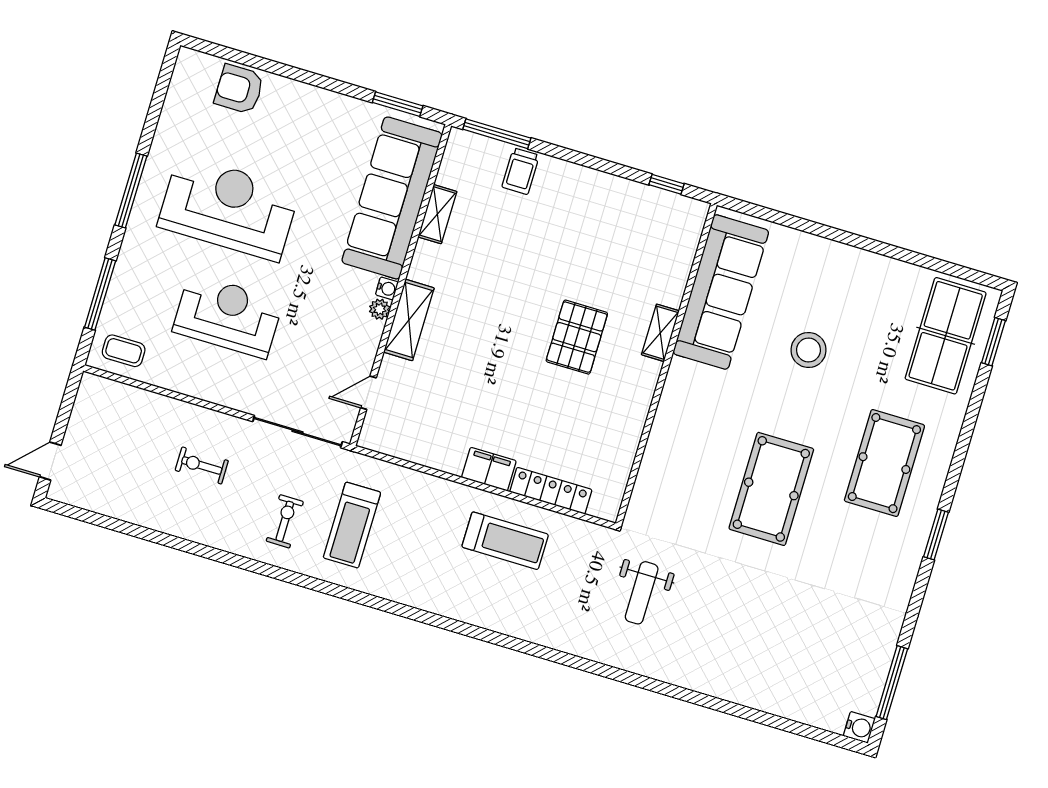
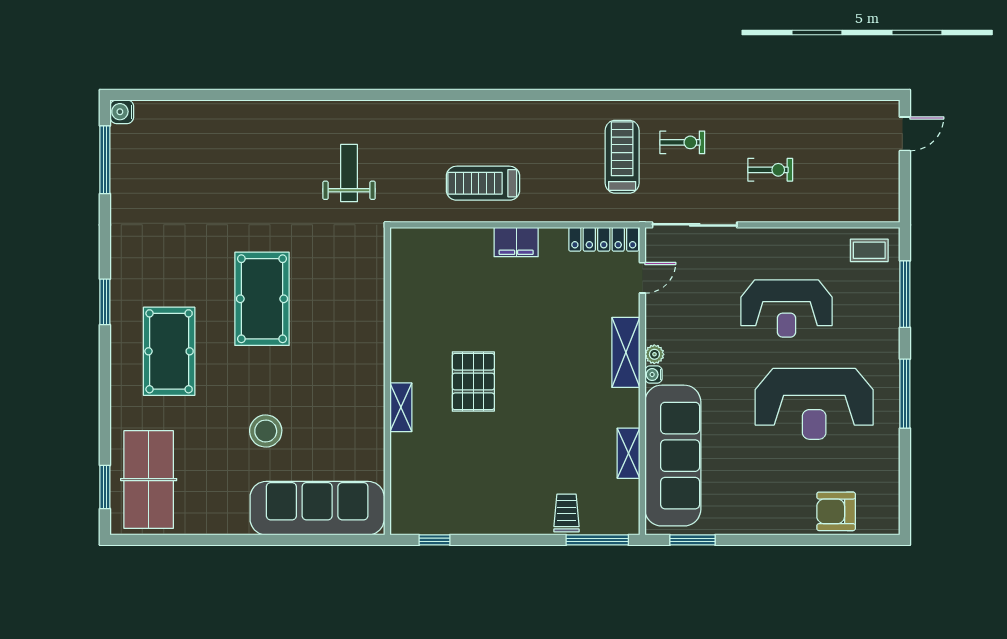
armchair: (239, 89) -> (836, 511), turned 180
sofa: (721, 292) -> (317, 508), moved, turned 90
locker: (551, 491) -> (604, 239), moved
exercise bike: (285, 521) -> (682, 142), turned -90

